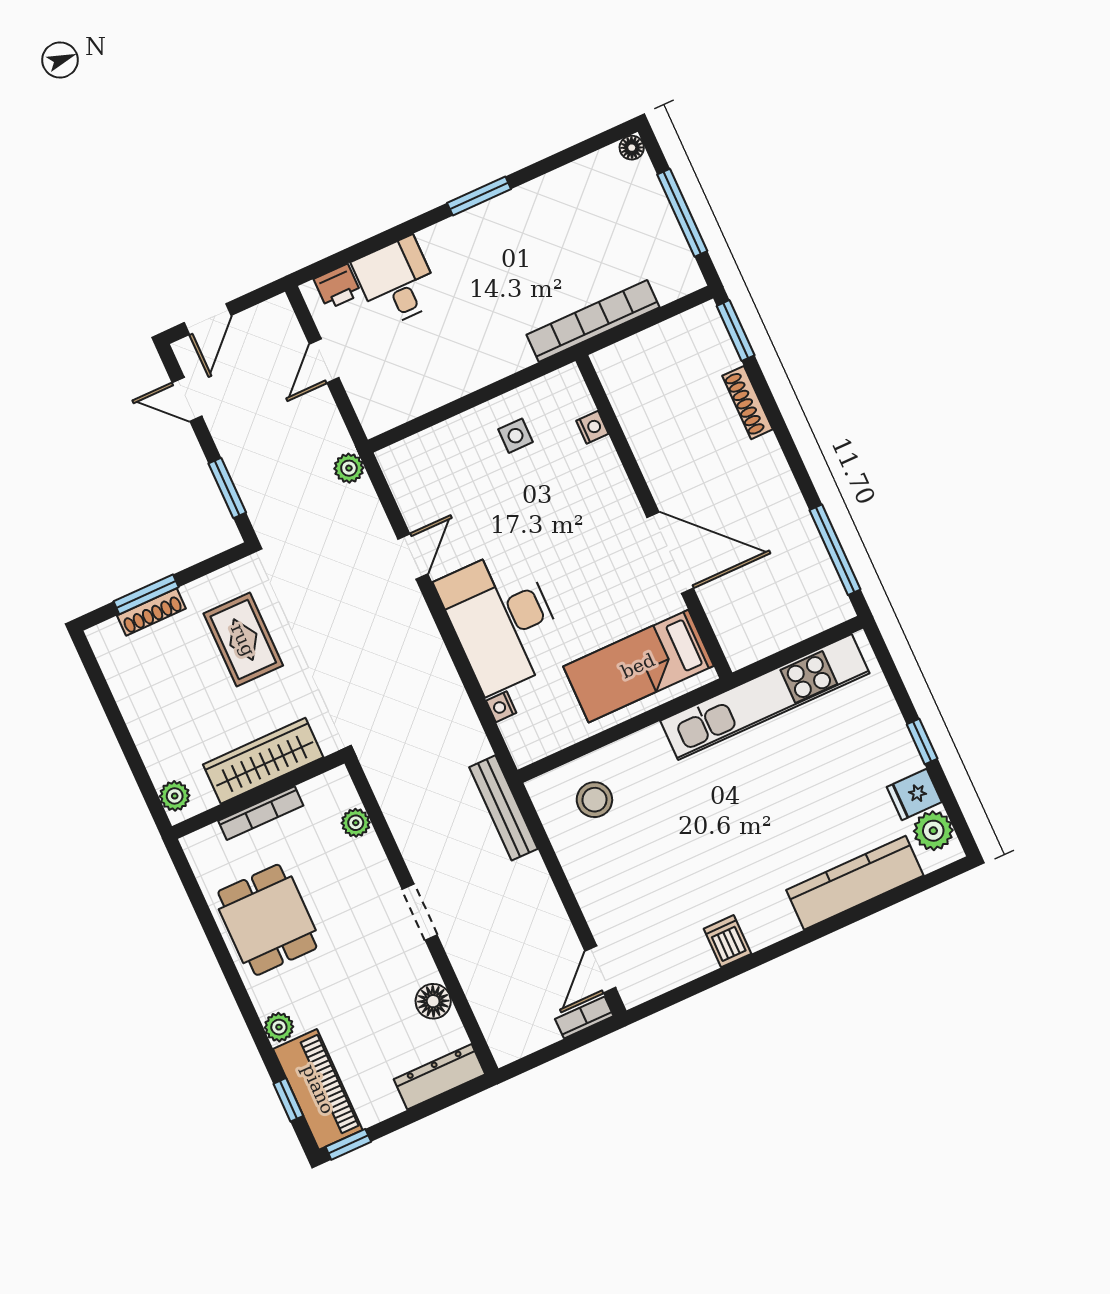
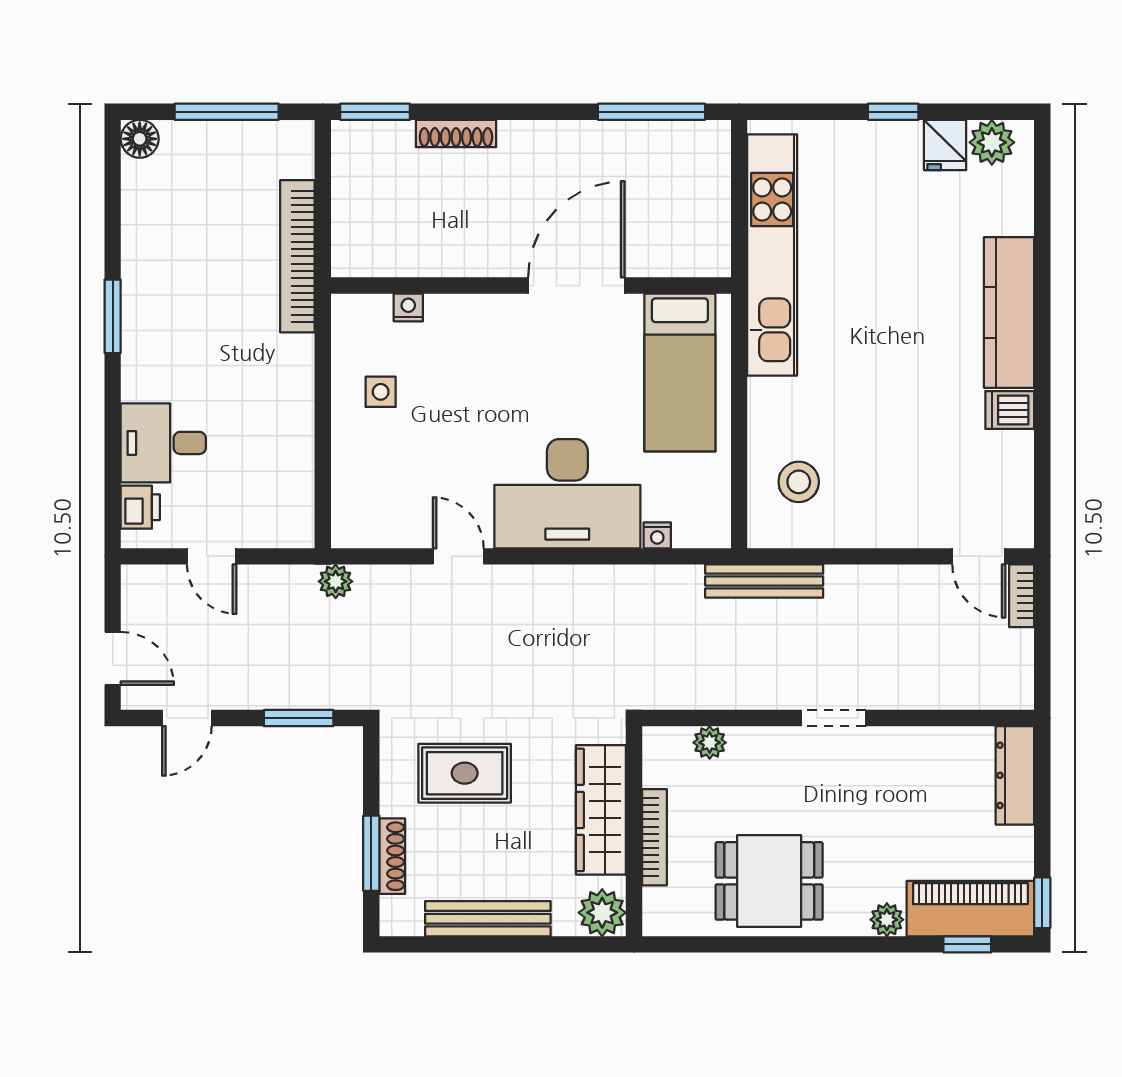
floor lamp: (632, 148) -> (140, 139), width x1.37, depth x1.37
bench: (136, 710) -> (488, 919), added
plant: (175, 796) -> (602, 913), width x1.38, depth x1.38
kitchen counter: (855, 883) -> (1009, 312), moved
floor lamp: (433, 1001) -> (933, 746), removed

